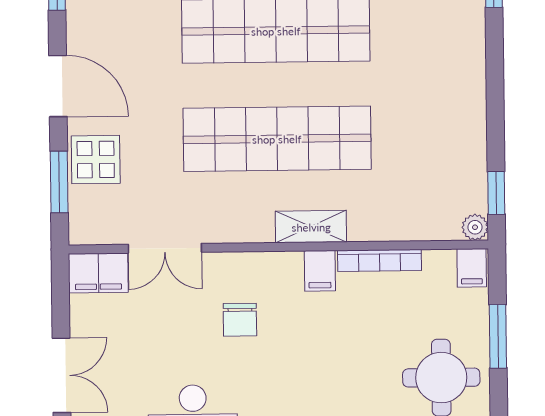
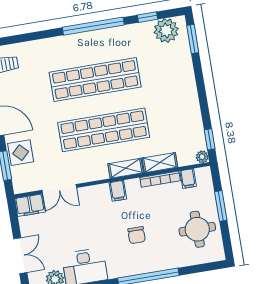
shelving: (385, 226) -> (160, 163), added
filing cabinet: (472, 268) -> (188, 179), moved
filing cabinet: (320, 271) -> (118, 191), moved
chair: (240, 320) -> (137, 235), moved

